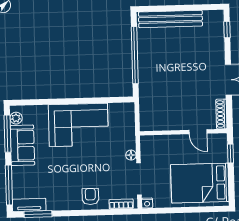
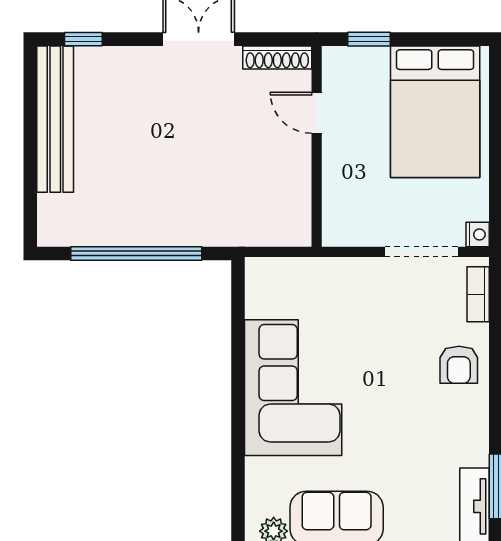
bench: (170, 19) -> (55, 119), moved
door: (198, 132) -> (317, 113), swing flipped
floor lamp: (131, 155) -> (366, 269), removed
armchair: (90, 196) -> (459, 365), turned -90

